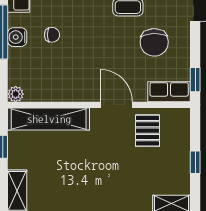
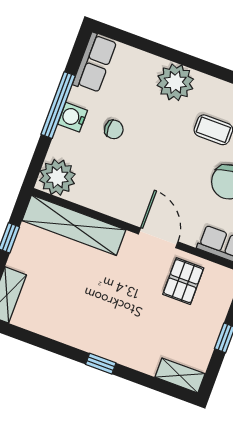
plant: (16, 94) -> (57, 177), width x1.88, depth x1.88

